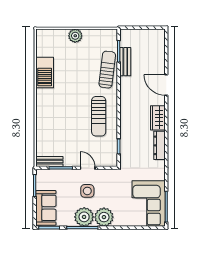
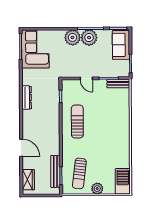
bench: (125, 62) -> (55, 171), width x1.36
sun lounger: (107, 70) -> (79, 173), moved
barbecue: (45, 72) -> (123, 181), moved
wardrobe: (158, 118) -> (28, 180), moved
side table: (87, 191) -> (86, 59), removed

